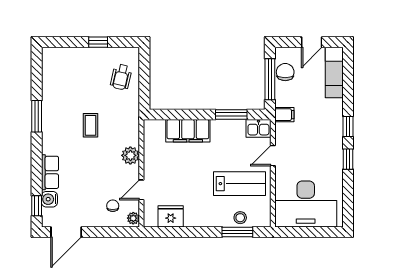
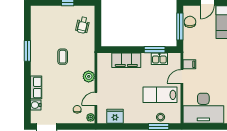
filing cabinet: (284, 115) -> (189, 64), moved
kitchen sink: (258, 128) -> (159, 59), moved
lab bench: (239, 184) -> (160, 95), turned 180
window: (37, 206) -> (27, 109), removed

